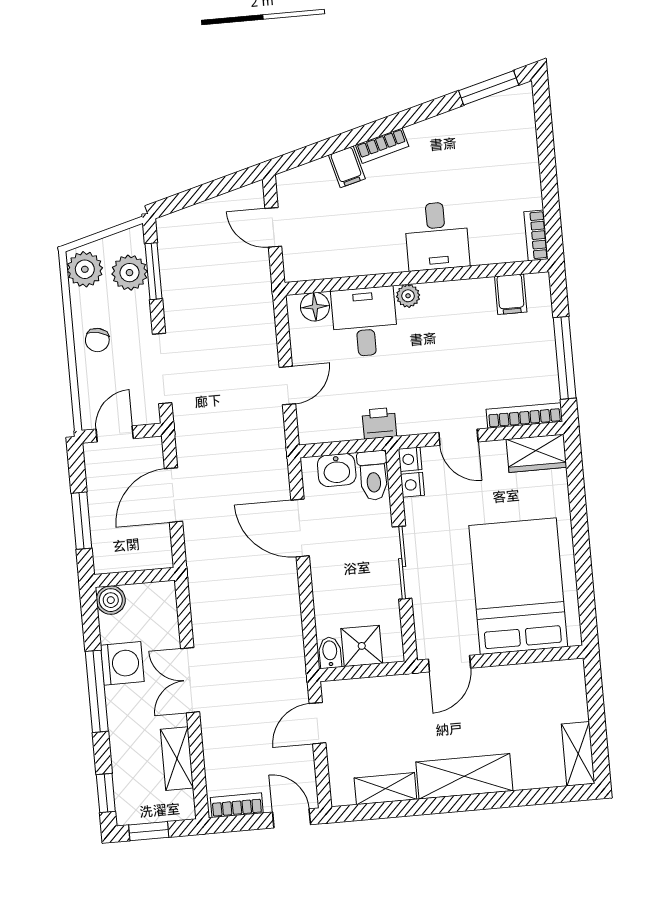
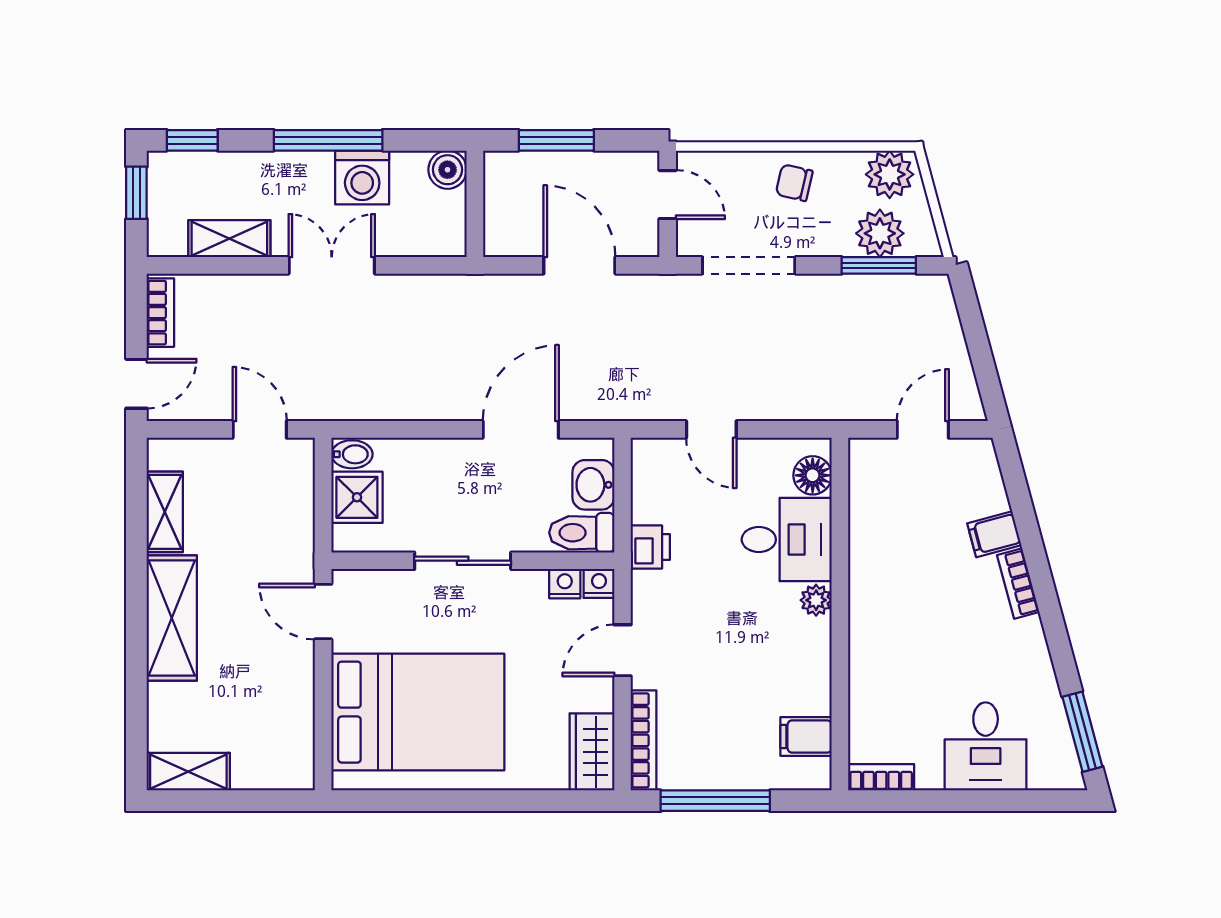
desk: (437, 236) -> (986, 746), moved, turned -90

